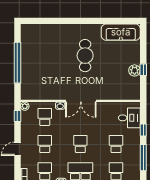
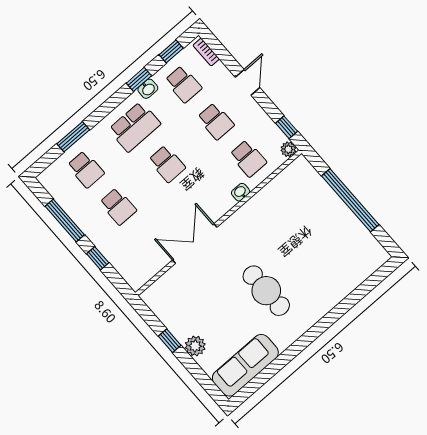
plant: (135, 70) -> (195, 346), moved
double door: (81, 101) -> (195, 244), moved
desk: (129, 118) -> (131, 258), removed

